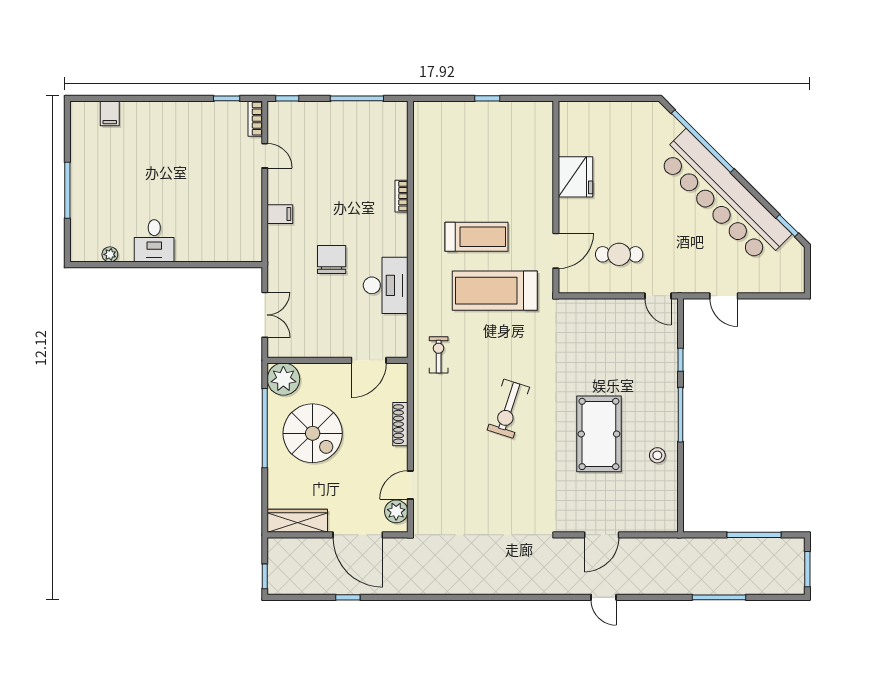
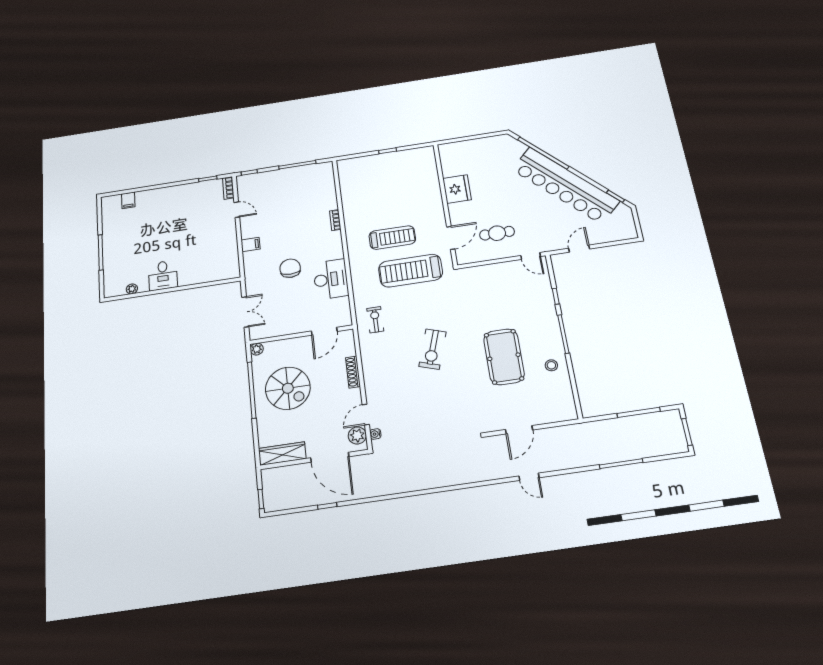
door: (724, 296) -> (579, 249), swing flipped
plant: (283, 379) -> (257, 349), width x0.53, depth x0.53
water cooler: (419, 513) -> (375, 434), added

